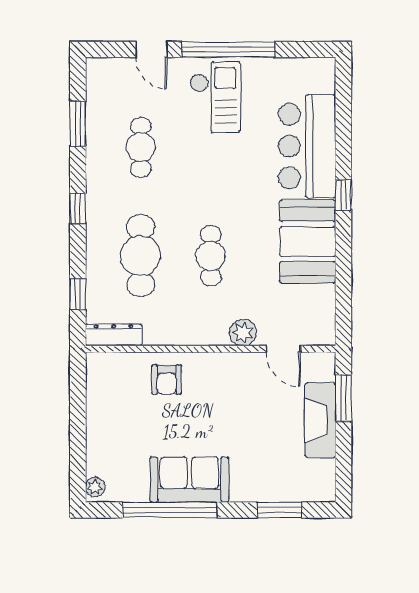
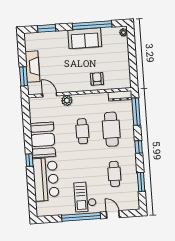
window: (78, 294) -> (136, 112), width x2.17

